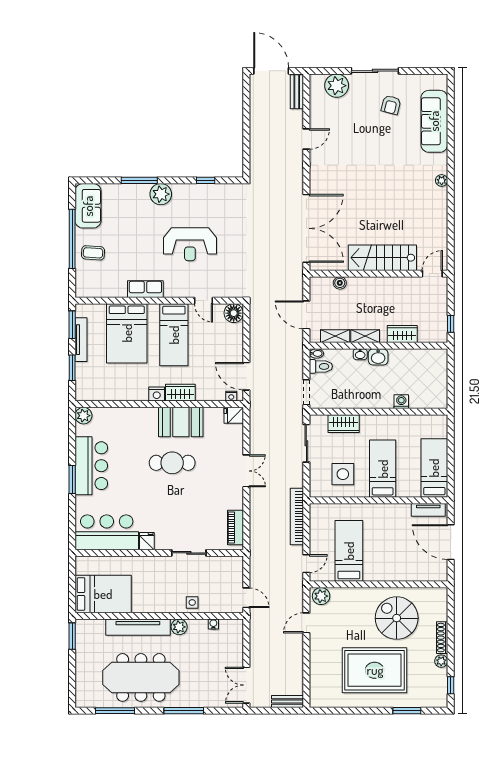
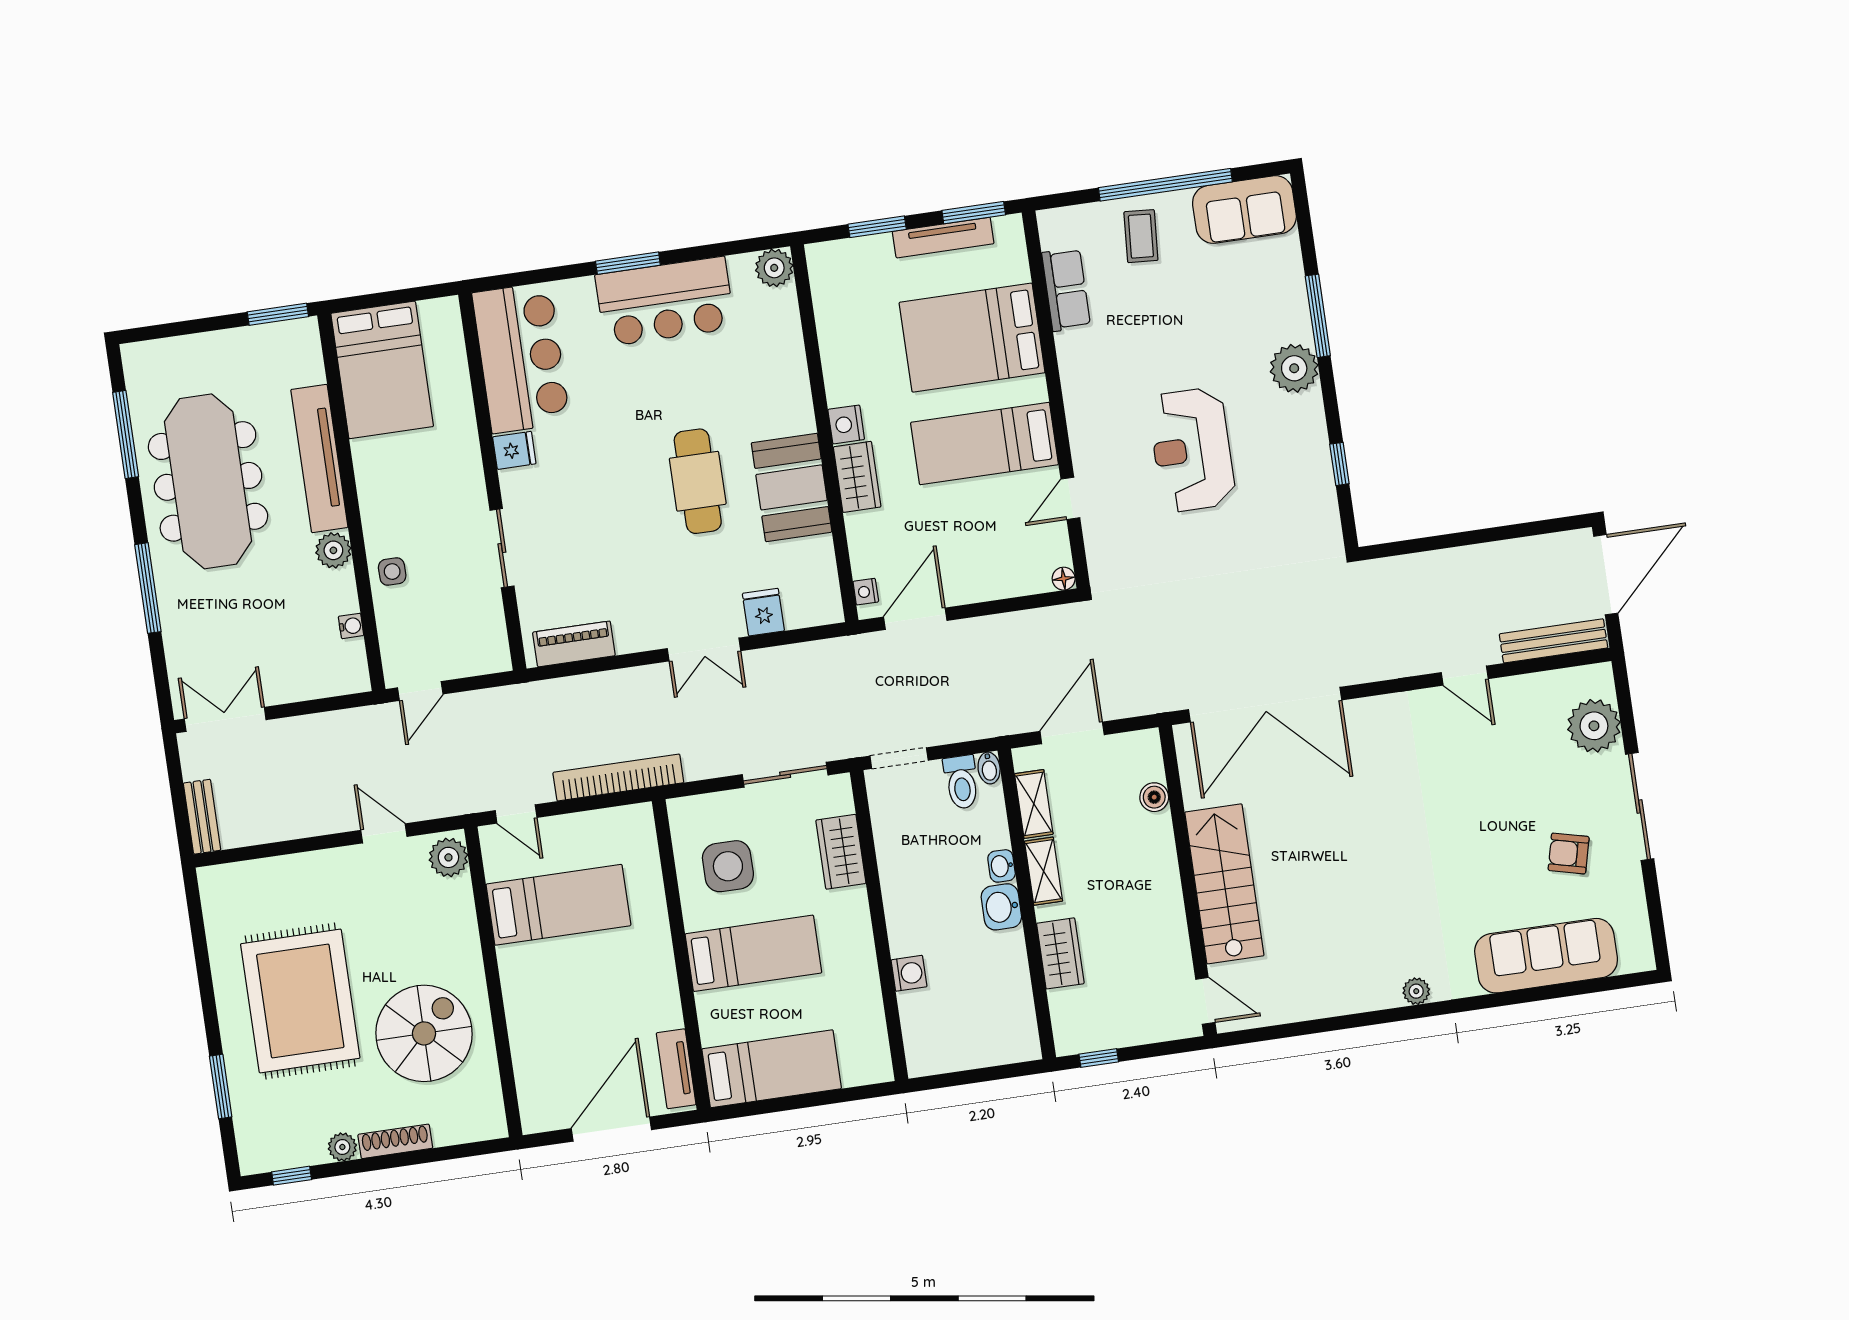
bench: (297, 92) -> (1553, 641), width x1.36
row of seats: (145, 289) -> (1066, 289), moved
floor lamp: (234, 313) -> (1064, 579), width x0.53, depth x0.53
fridge: (234, 415) -> (763, 612), moved

